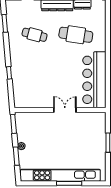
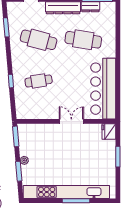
cafe table: (35, 35) -> (39, 40), width x1.37, depth x1.35
cafe table: (35, 73) -> (39, 81), added
fridge: (99, 119) -> (109, 131), added

